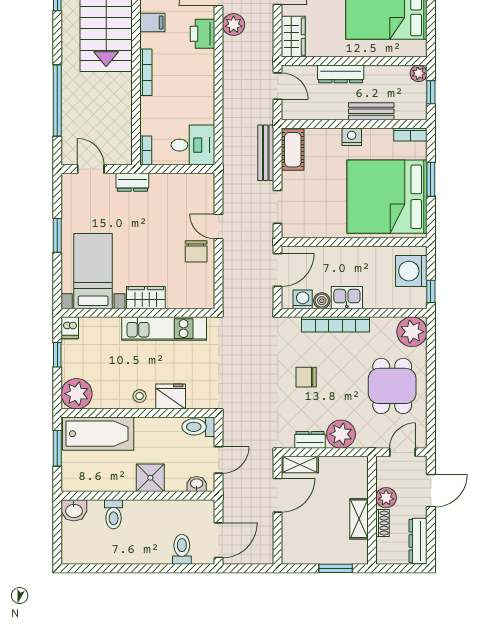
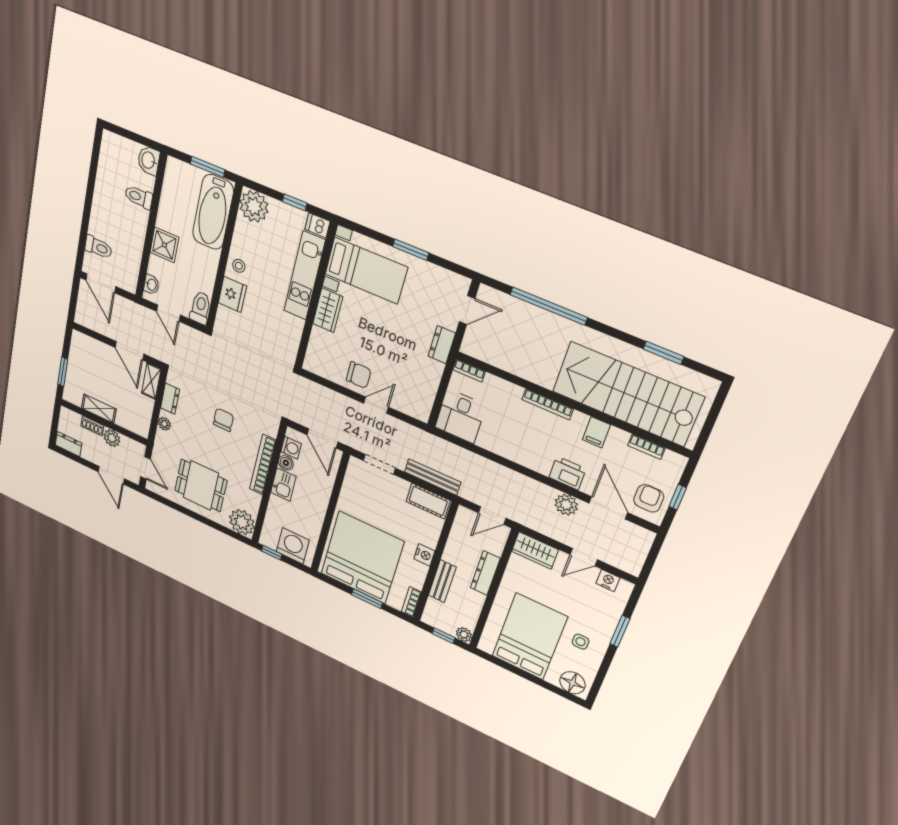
chair: (196, 251) -> (359, 375), turned 180
kitchen unit: (164, 329) -> (304, 276), moved
plant: (341, 434) -> (164, 424), width x0.53, depth x0.53
dresser: (418, 541) -> (69, 444), width x0.70

